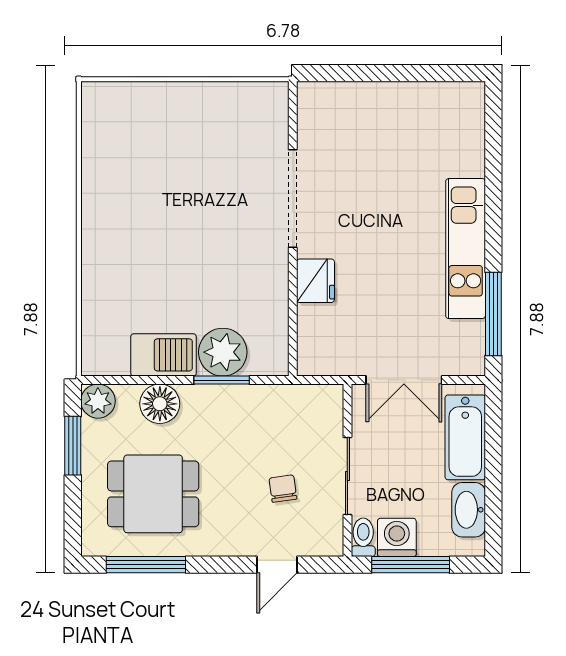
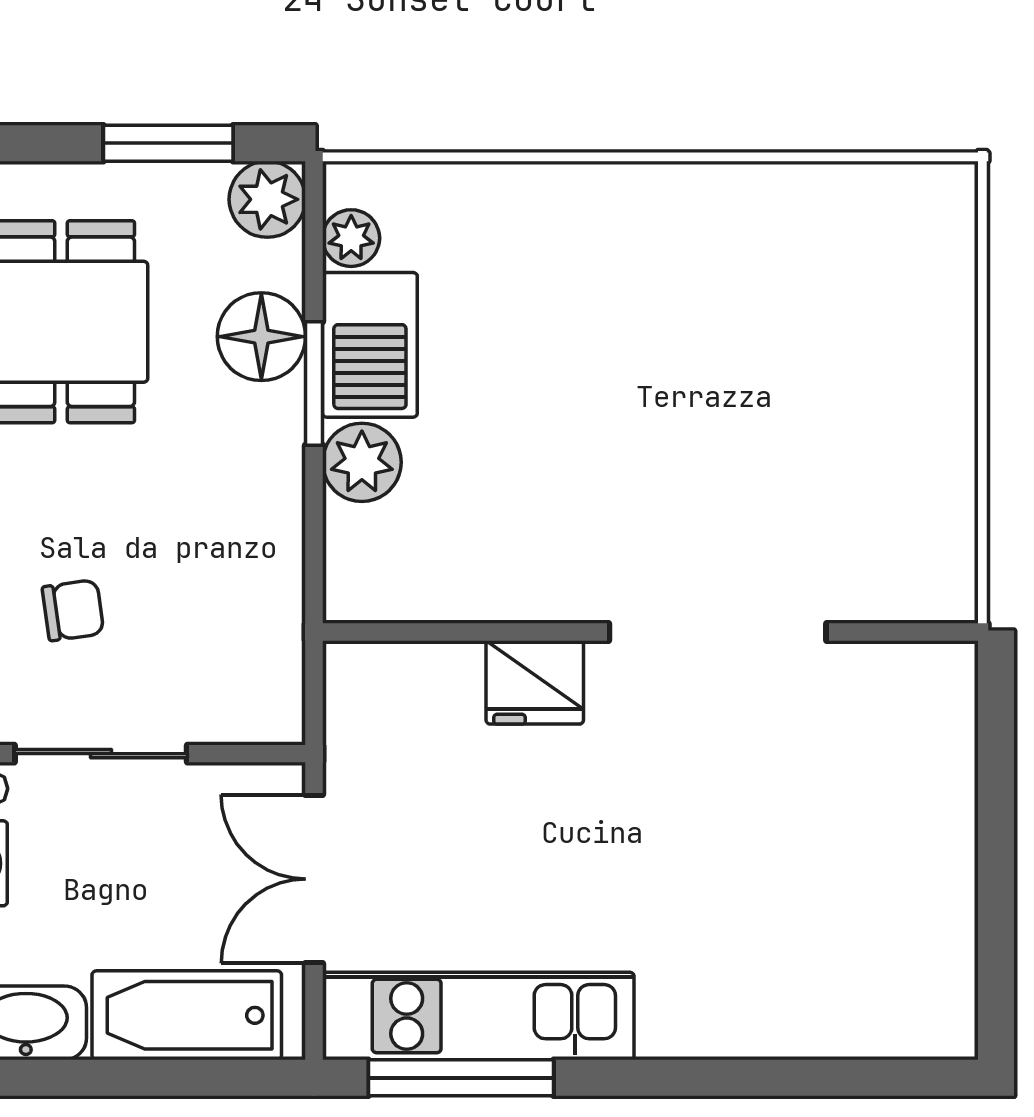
kitchen unit: (466, 249) -> (478, 1016), moved
plant: (223, 352) -> (362, 462), width x0.73, depth x0.73
plant: (115, 363) -> (351, 238), added
window: (222, 380) -> (314, 383), moved

